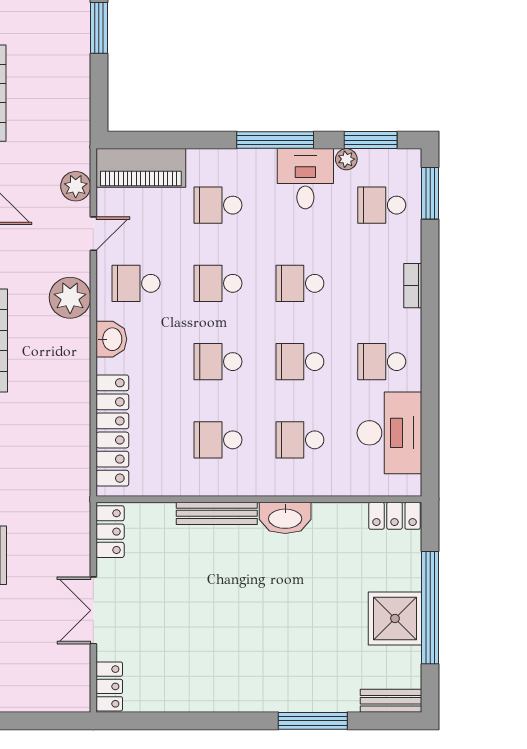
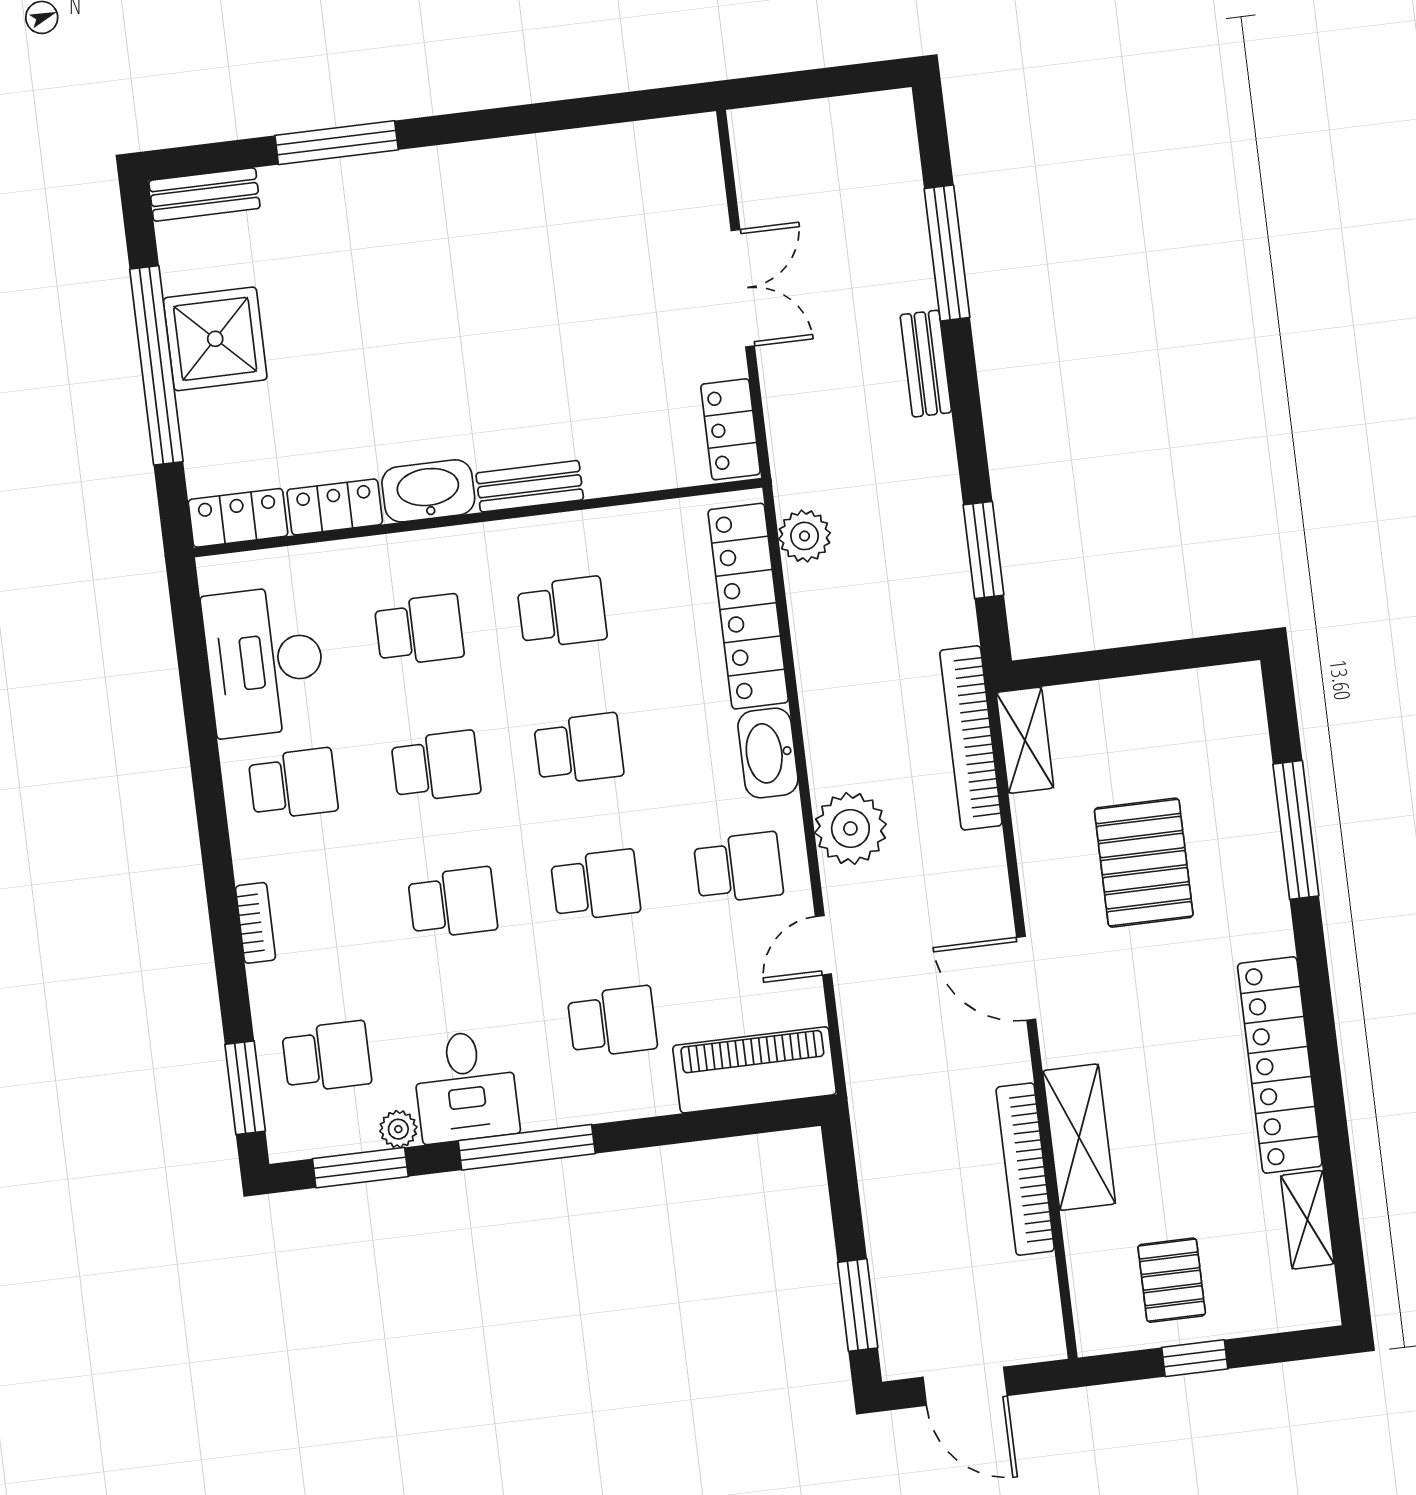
plant: (76, 186) -> (805, 536), moved
washbasin: (111, 339) -> (768, 753), width x1.38
bench: (217, 513) -> (530, 486), width x0.73
locker: (109, 686) -> (335, 507), moved, turned 90

